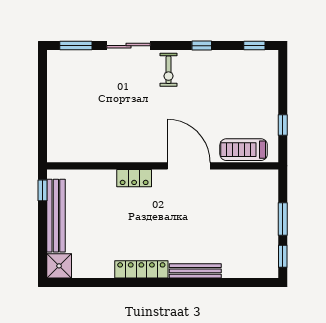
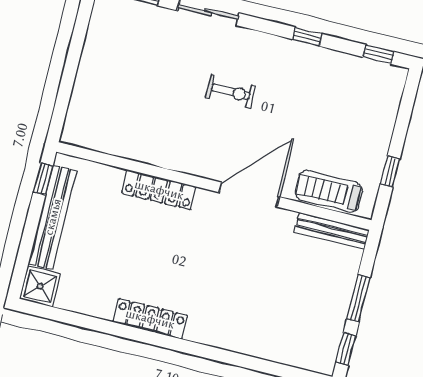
exercise bike: (168, 70) -> (231, 92), moved, turned -90
door: (189, 166) -> (249, 195), hinge flipped
locker: (134, 178) -> (159, 190), width x1.53
bench: (195, 271) -> (332, 231), moved

